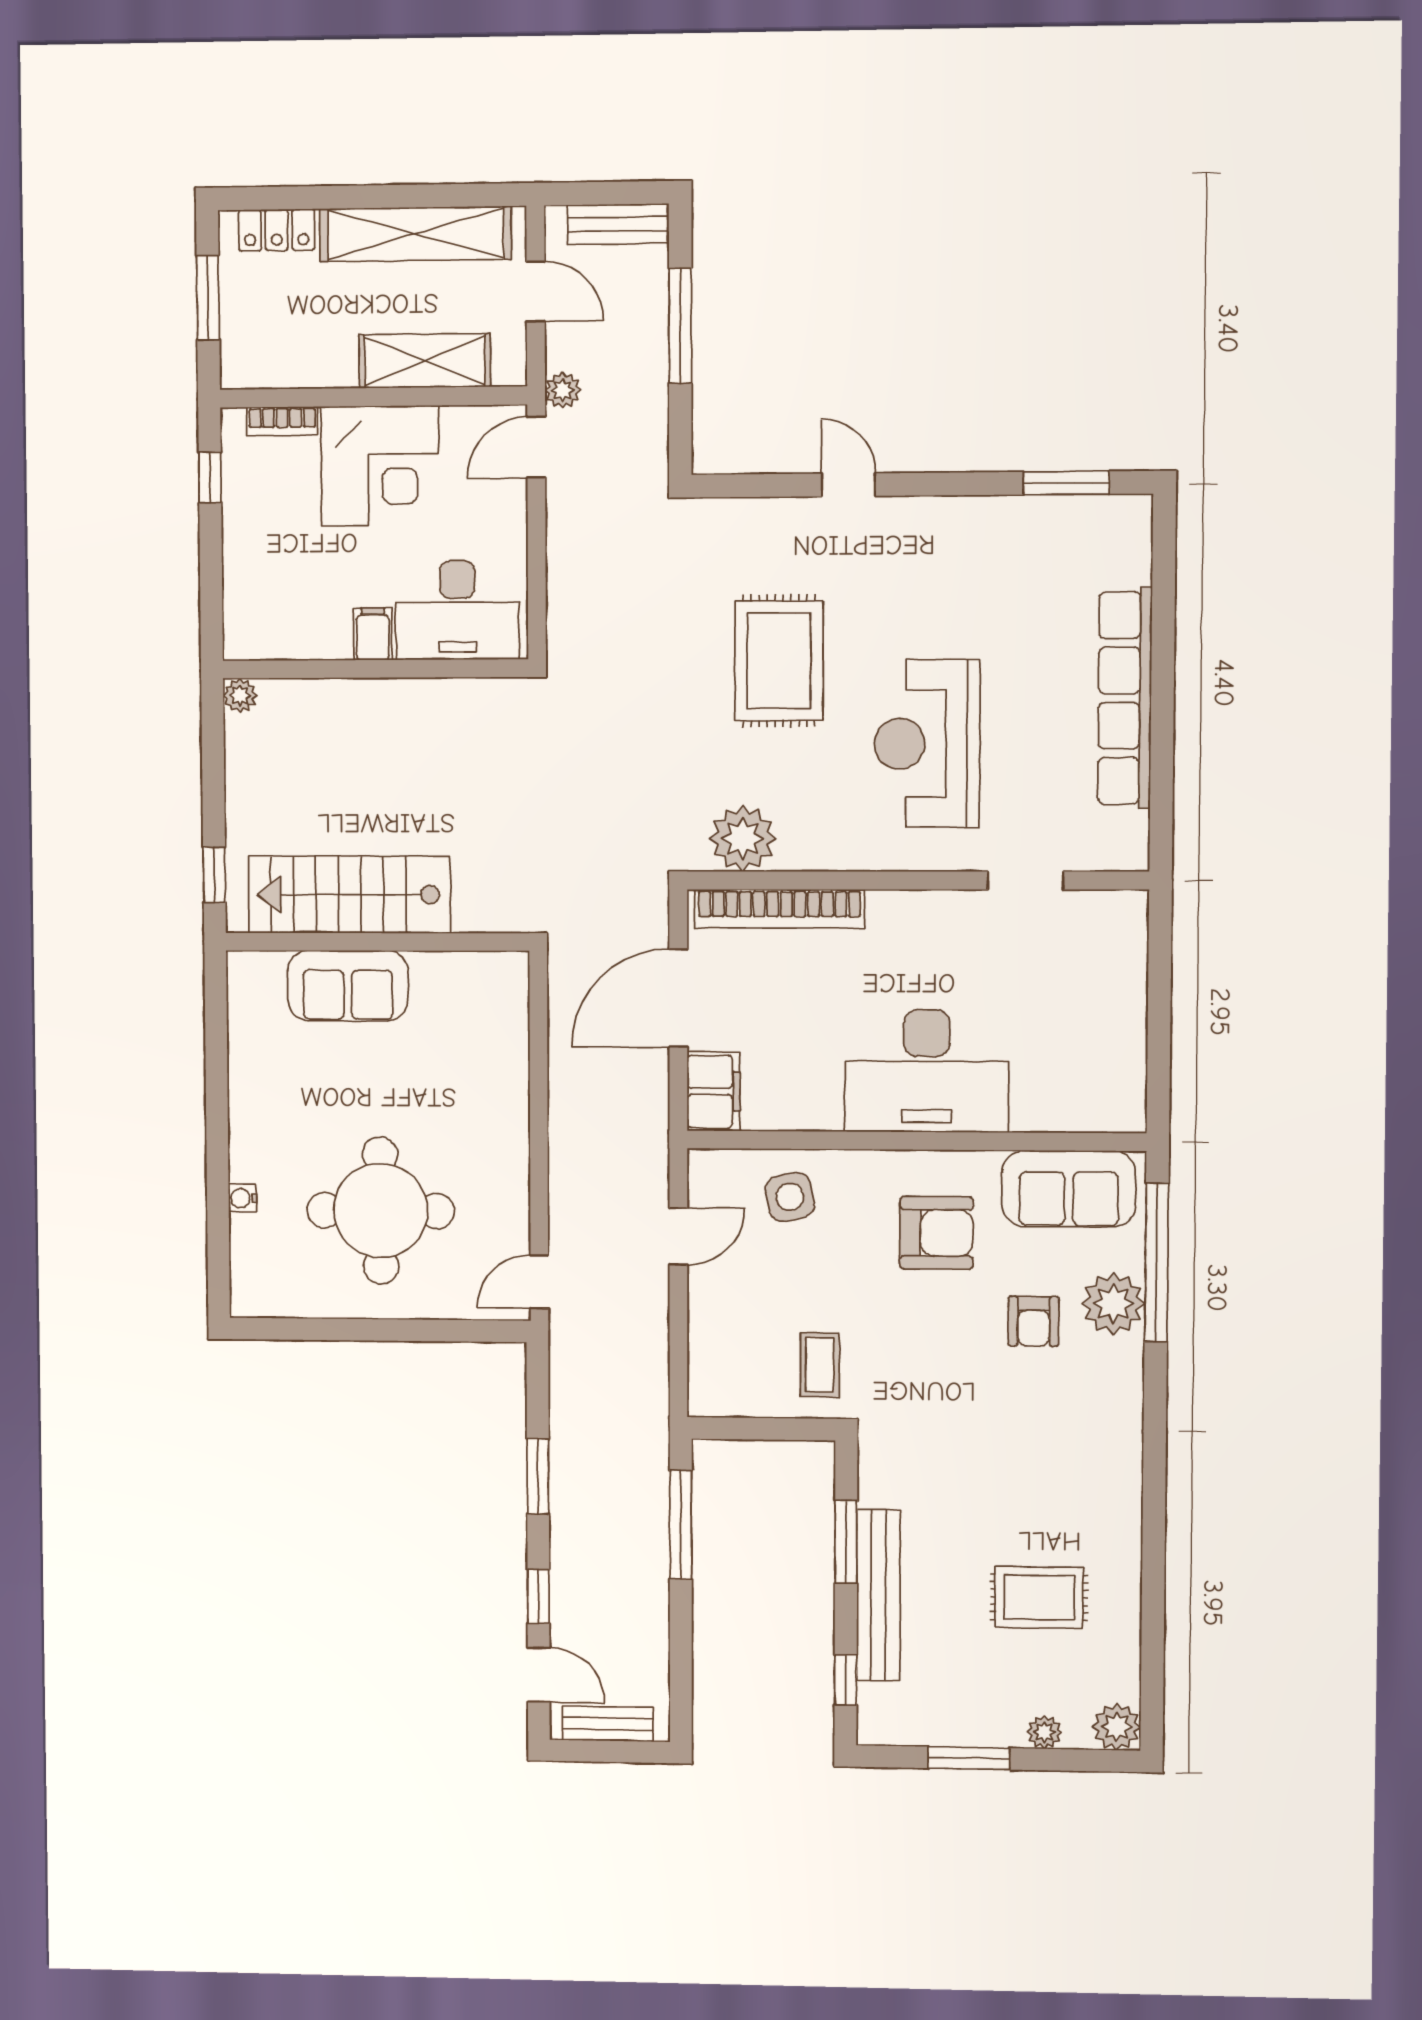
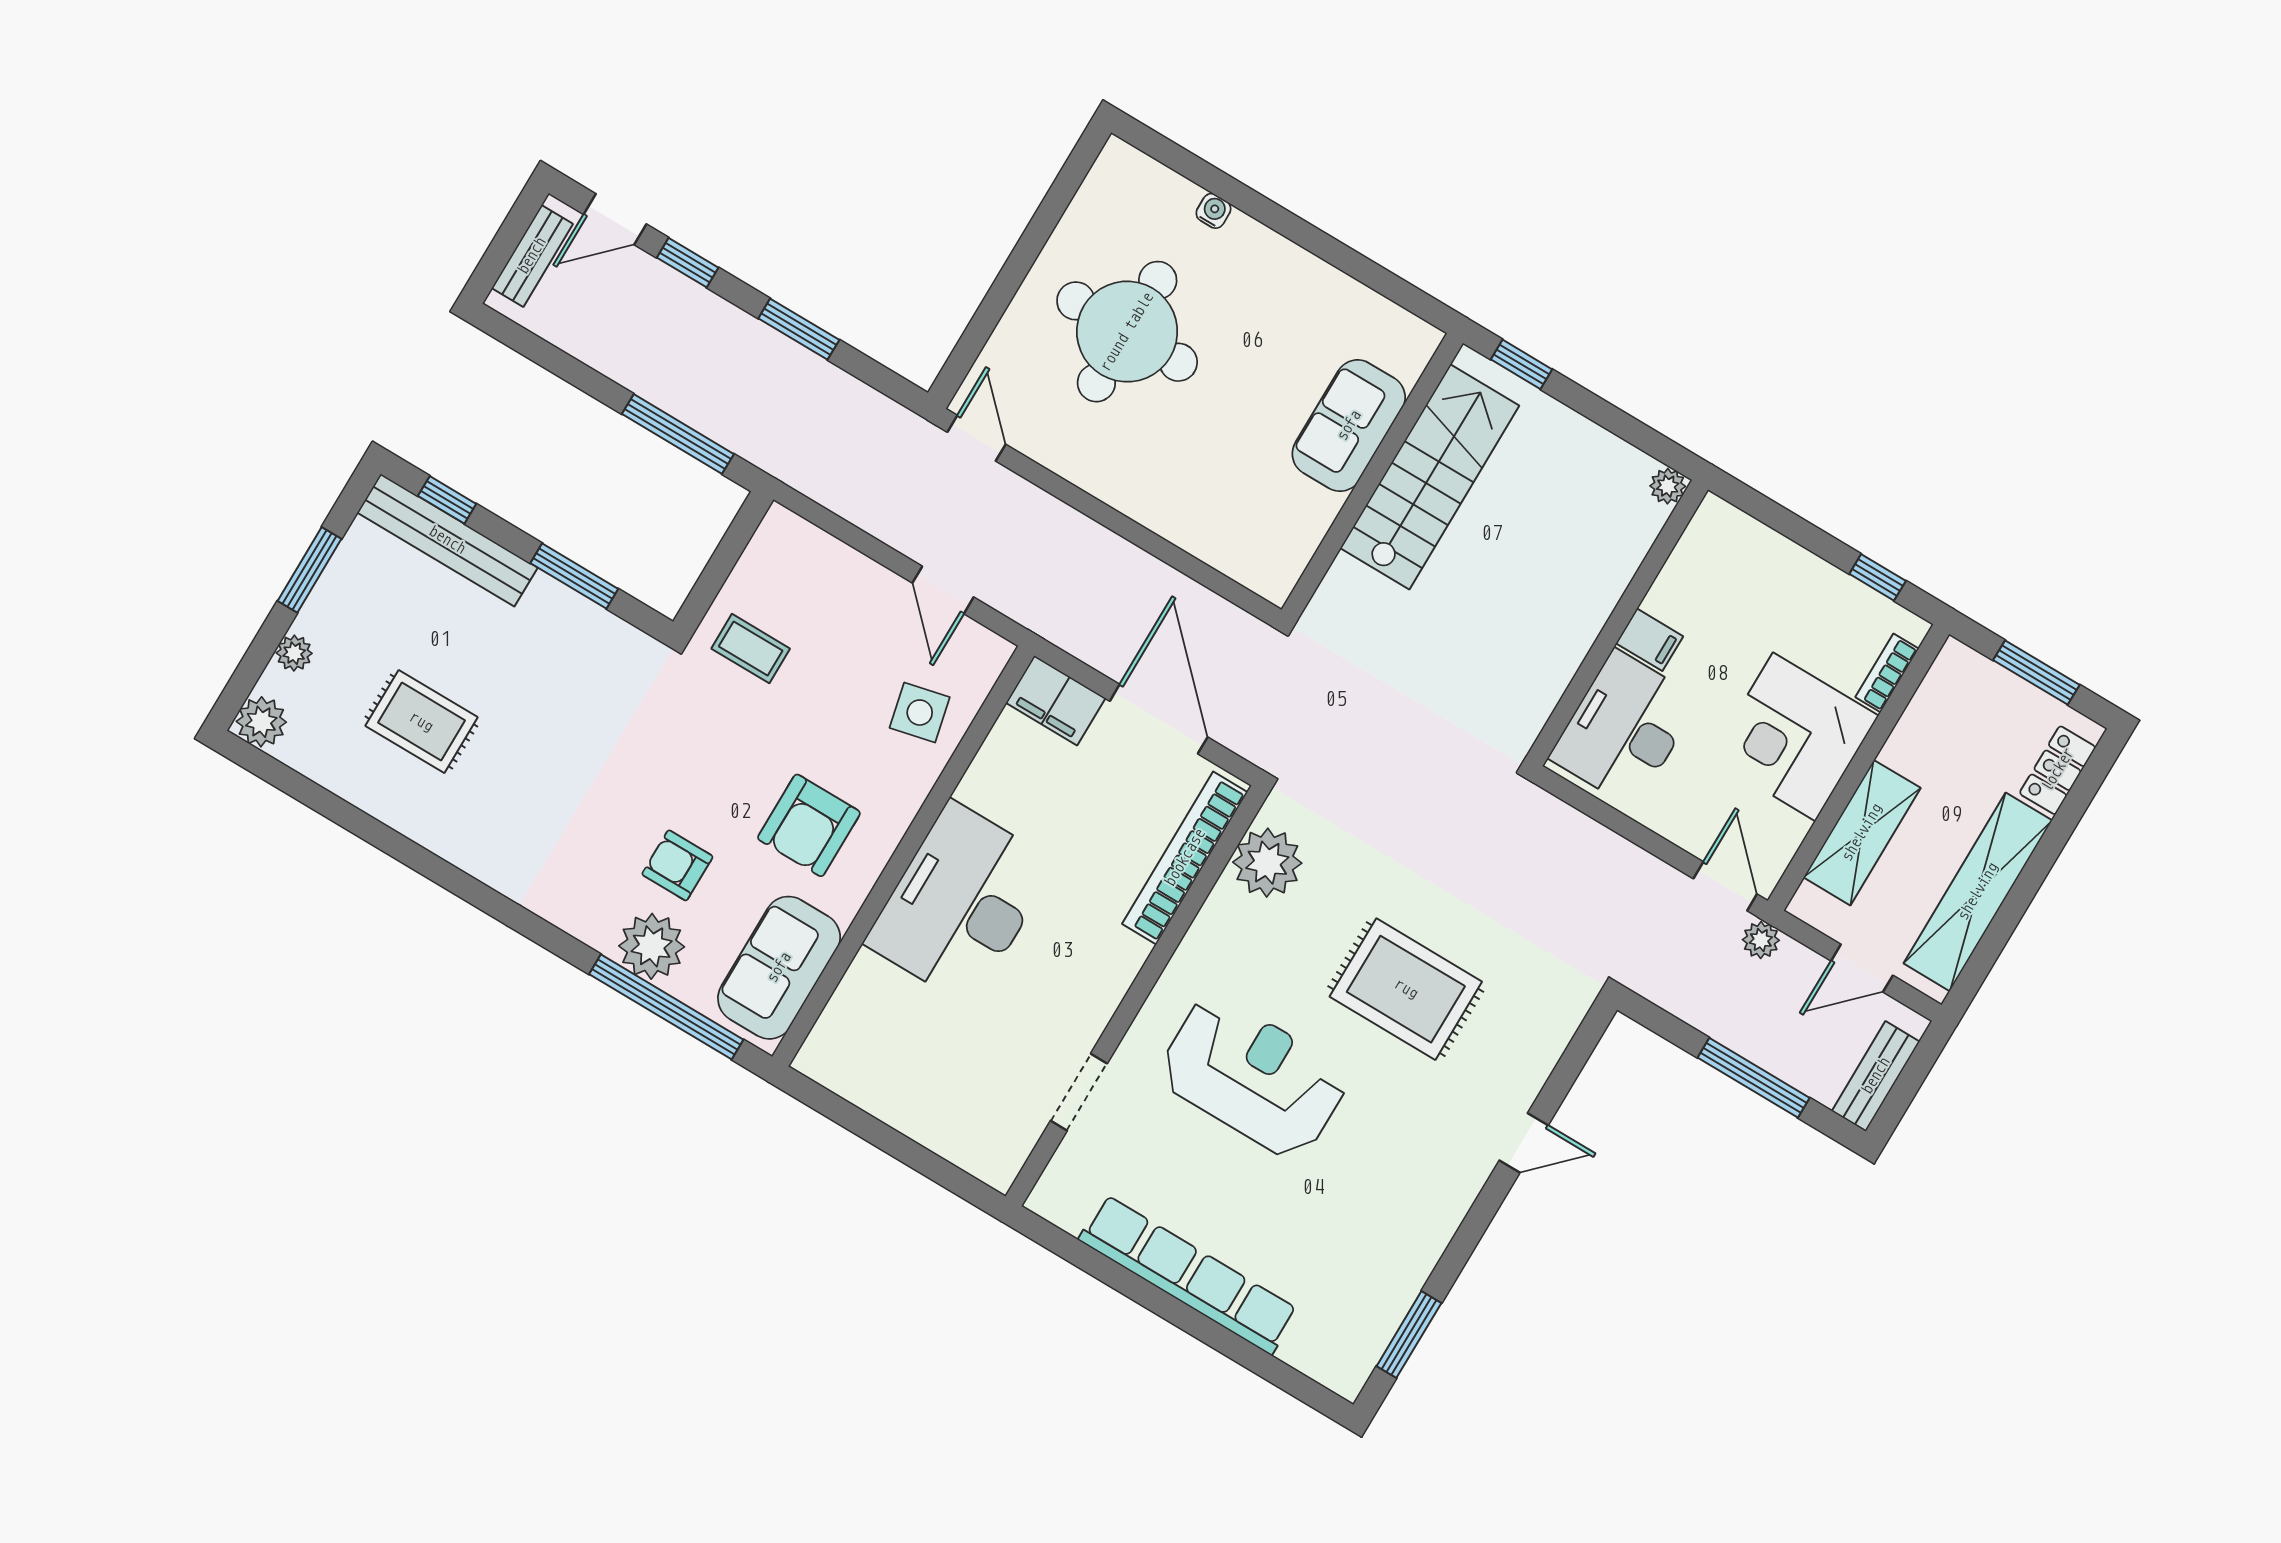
bench: (878, 1595) -> (447, 540), moved
rug: (1039, 1597) -> (421, 722), turned 90

